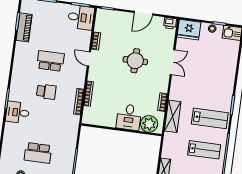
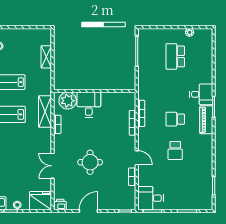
piano: (24, 27) -> (206, 120), moved
school desk: (50, 61) -> (175, 150), width x0.54
school desk: (38, 153) -> (175, 56), turned -90

